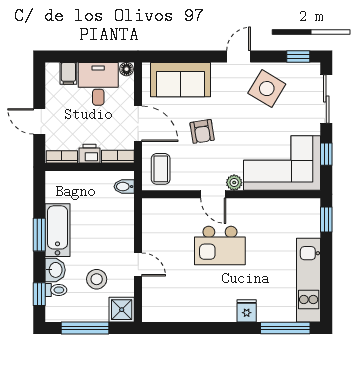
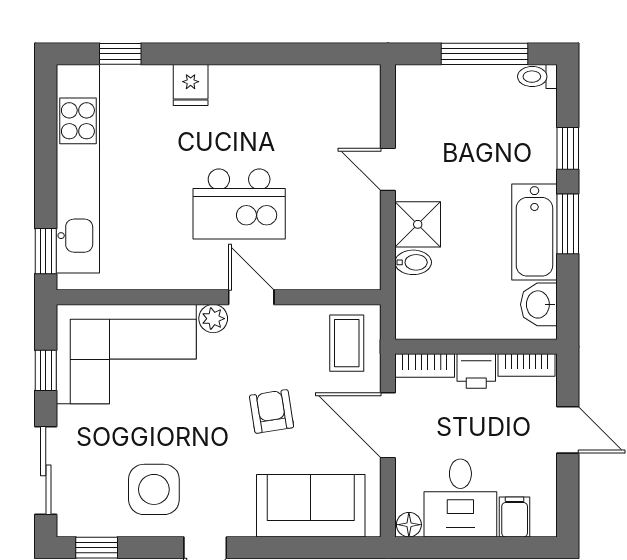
side table: (267, 89) -> (154, 489), turned -31
bidet: (124, 187) -> (413, 262), moved
kitchen island: (220, 245) -> (239, 204), turned 180
washbasin: (55, 270) -> (539, 304), moved
stool: (97, 279) -> (463, 143), removed
kitchen unit: (309, 280) -> (78, 169), width x1.36
toilet: (56, 290) -> (537, 77), moved
window: (39, 294) -> (568, 148), moved
shower: (122, 310) -> (418, 224), moved
window: (285, 328) -> (120, 54), width x0.46

